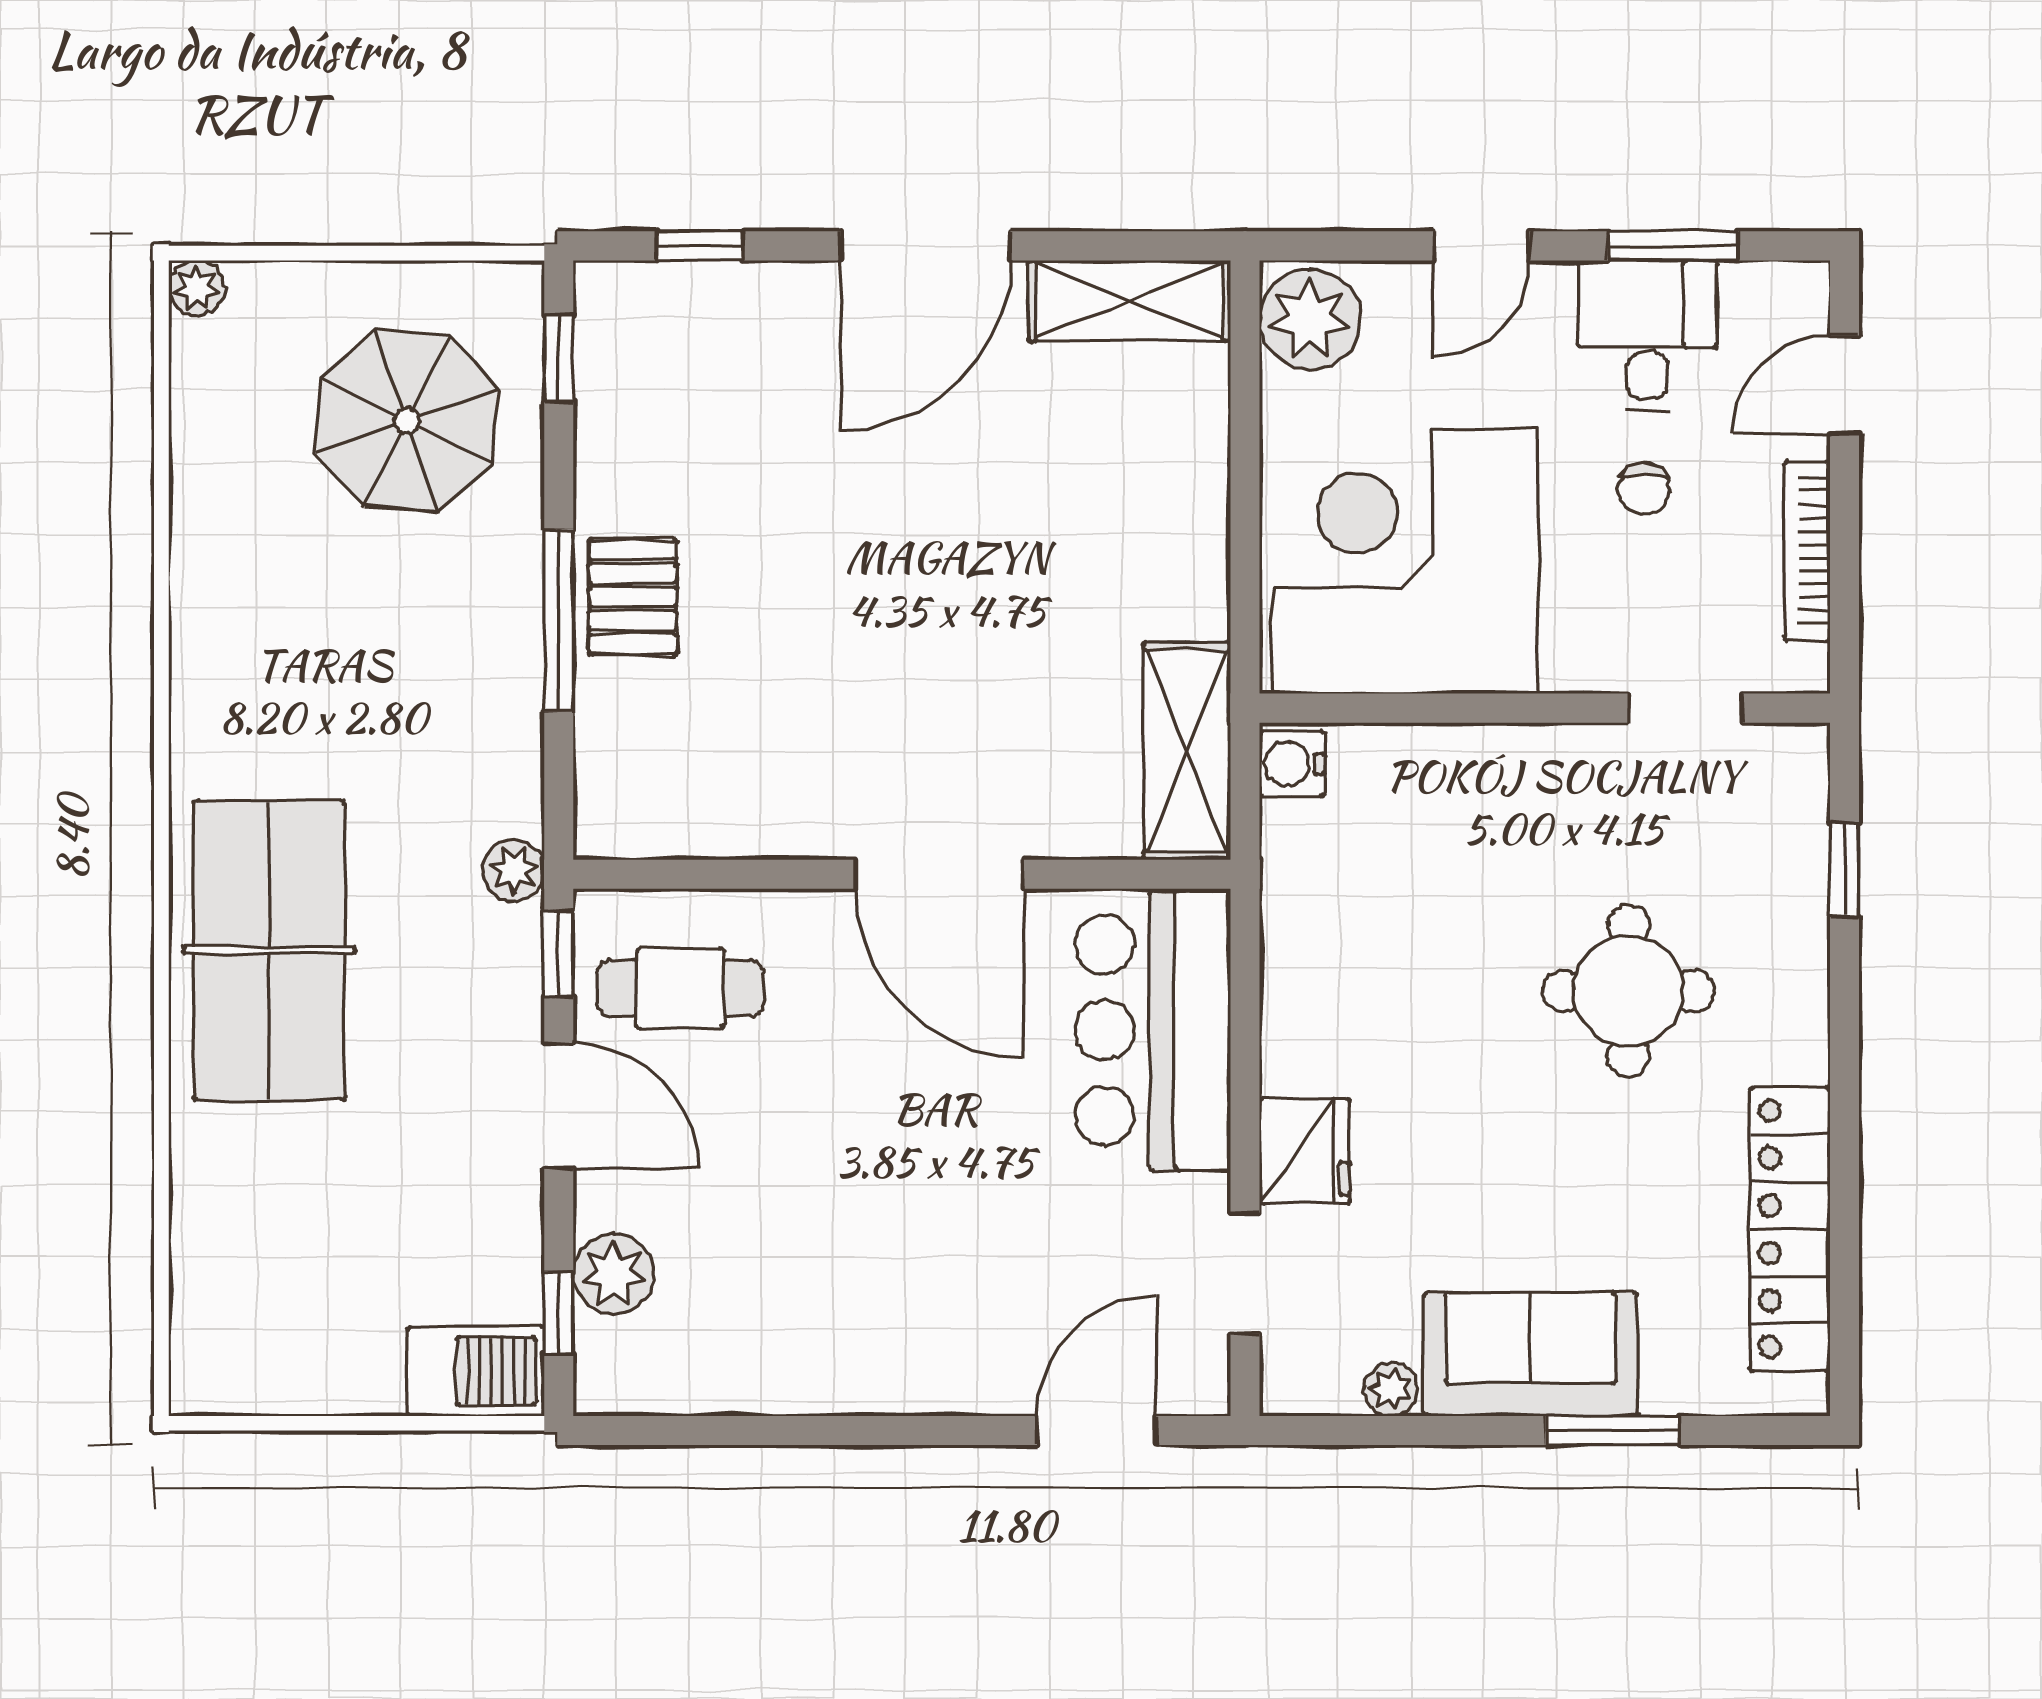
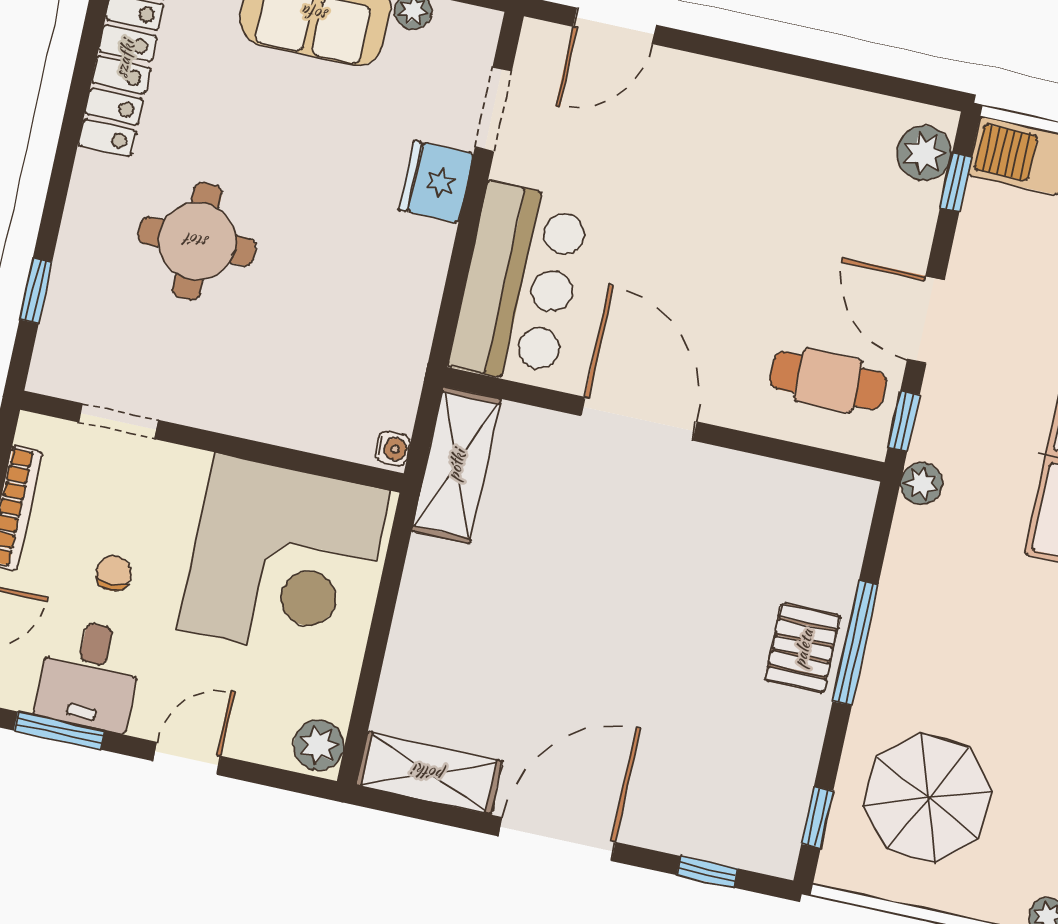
plant: (1310, 319) -> (319, 745), width x0.73, depth x0.73
water cooler: (1292, 764) -> (393, 449), width x0.72, depth x0.72
plant: (613, 1274) -> (924, 153), moved

